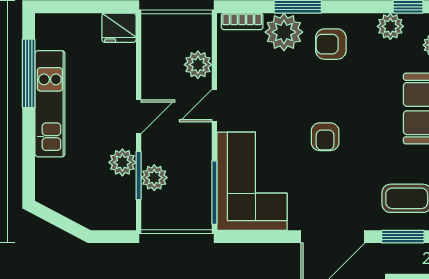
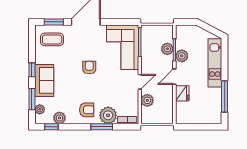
fridge: (119, 28) -> (182, 93), moved, turned 90
kitchen unit: (50, 104) -> (215, 63), moved

